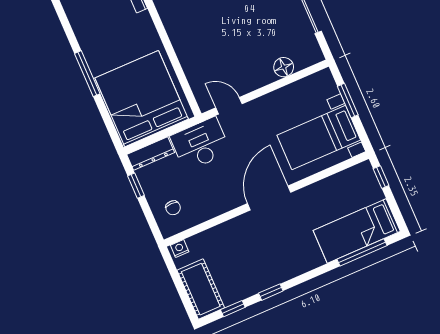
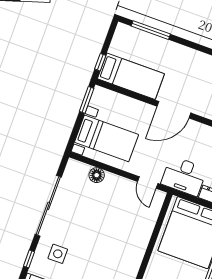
window: (348, 101) -> (87, 100), moved
bed with nightstands: (319, 138) -> (107, 138), moved
bed: (357, 231) -> (131, 76), moved

